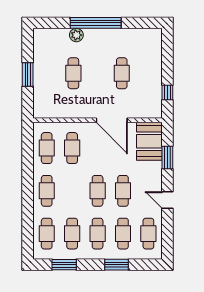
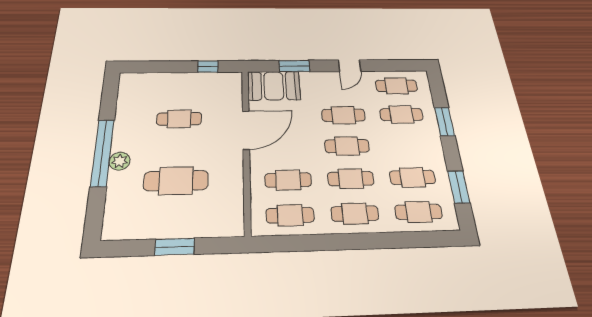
plant: (76, 35) -> (120, 161), moved
cafe table: (73, 73) -> (176, 181), width x1.37, depth x1.35
cafe table: (98, 234) -> (351, 179), moved

